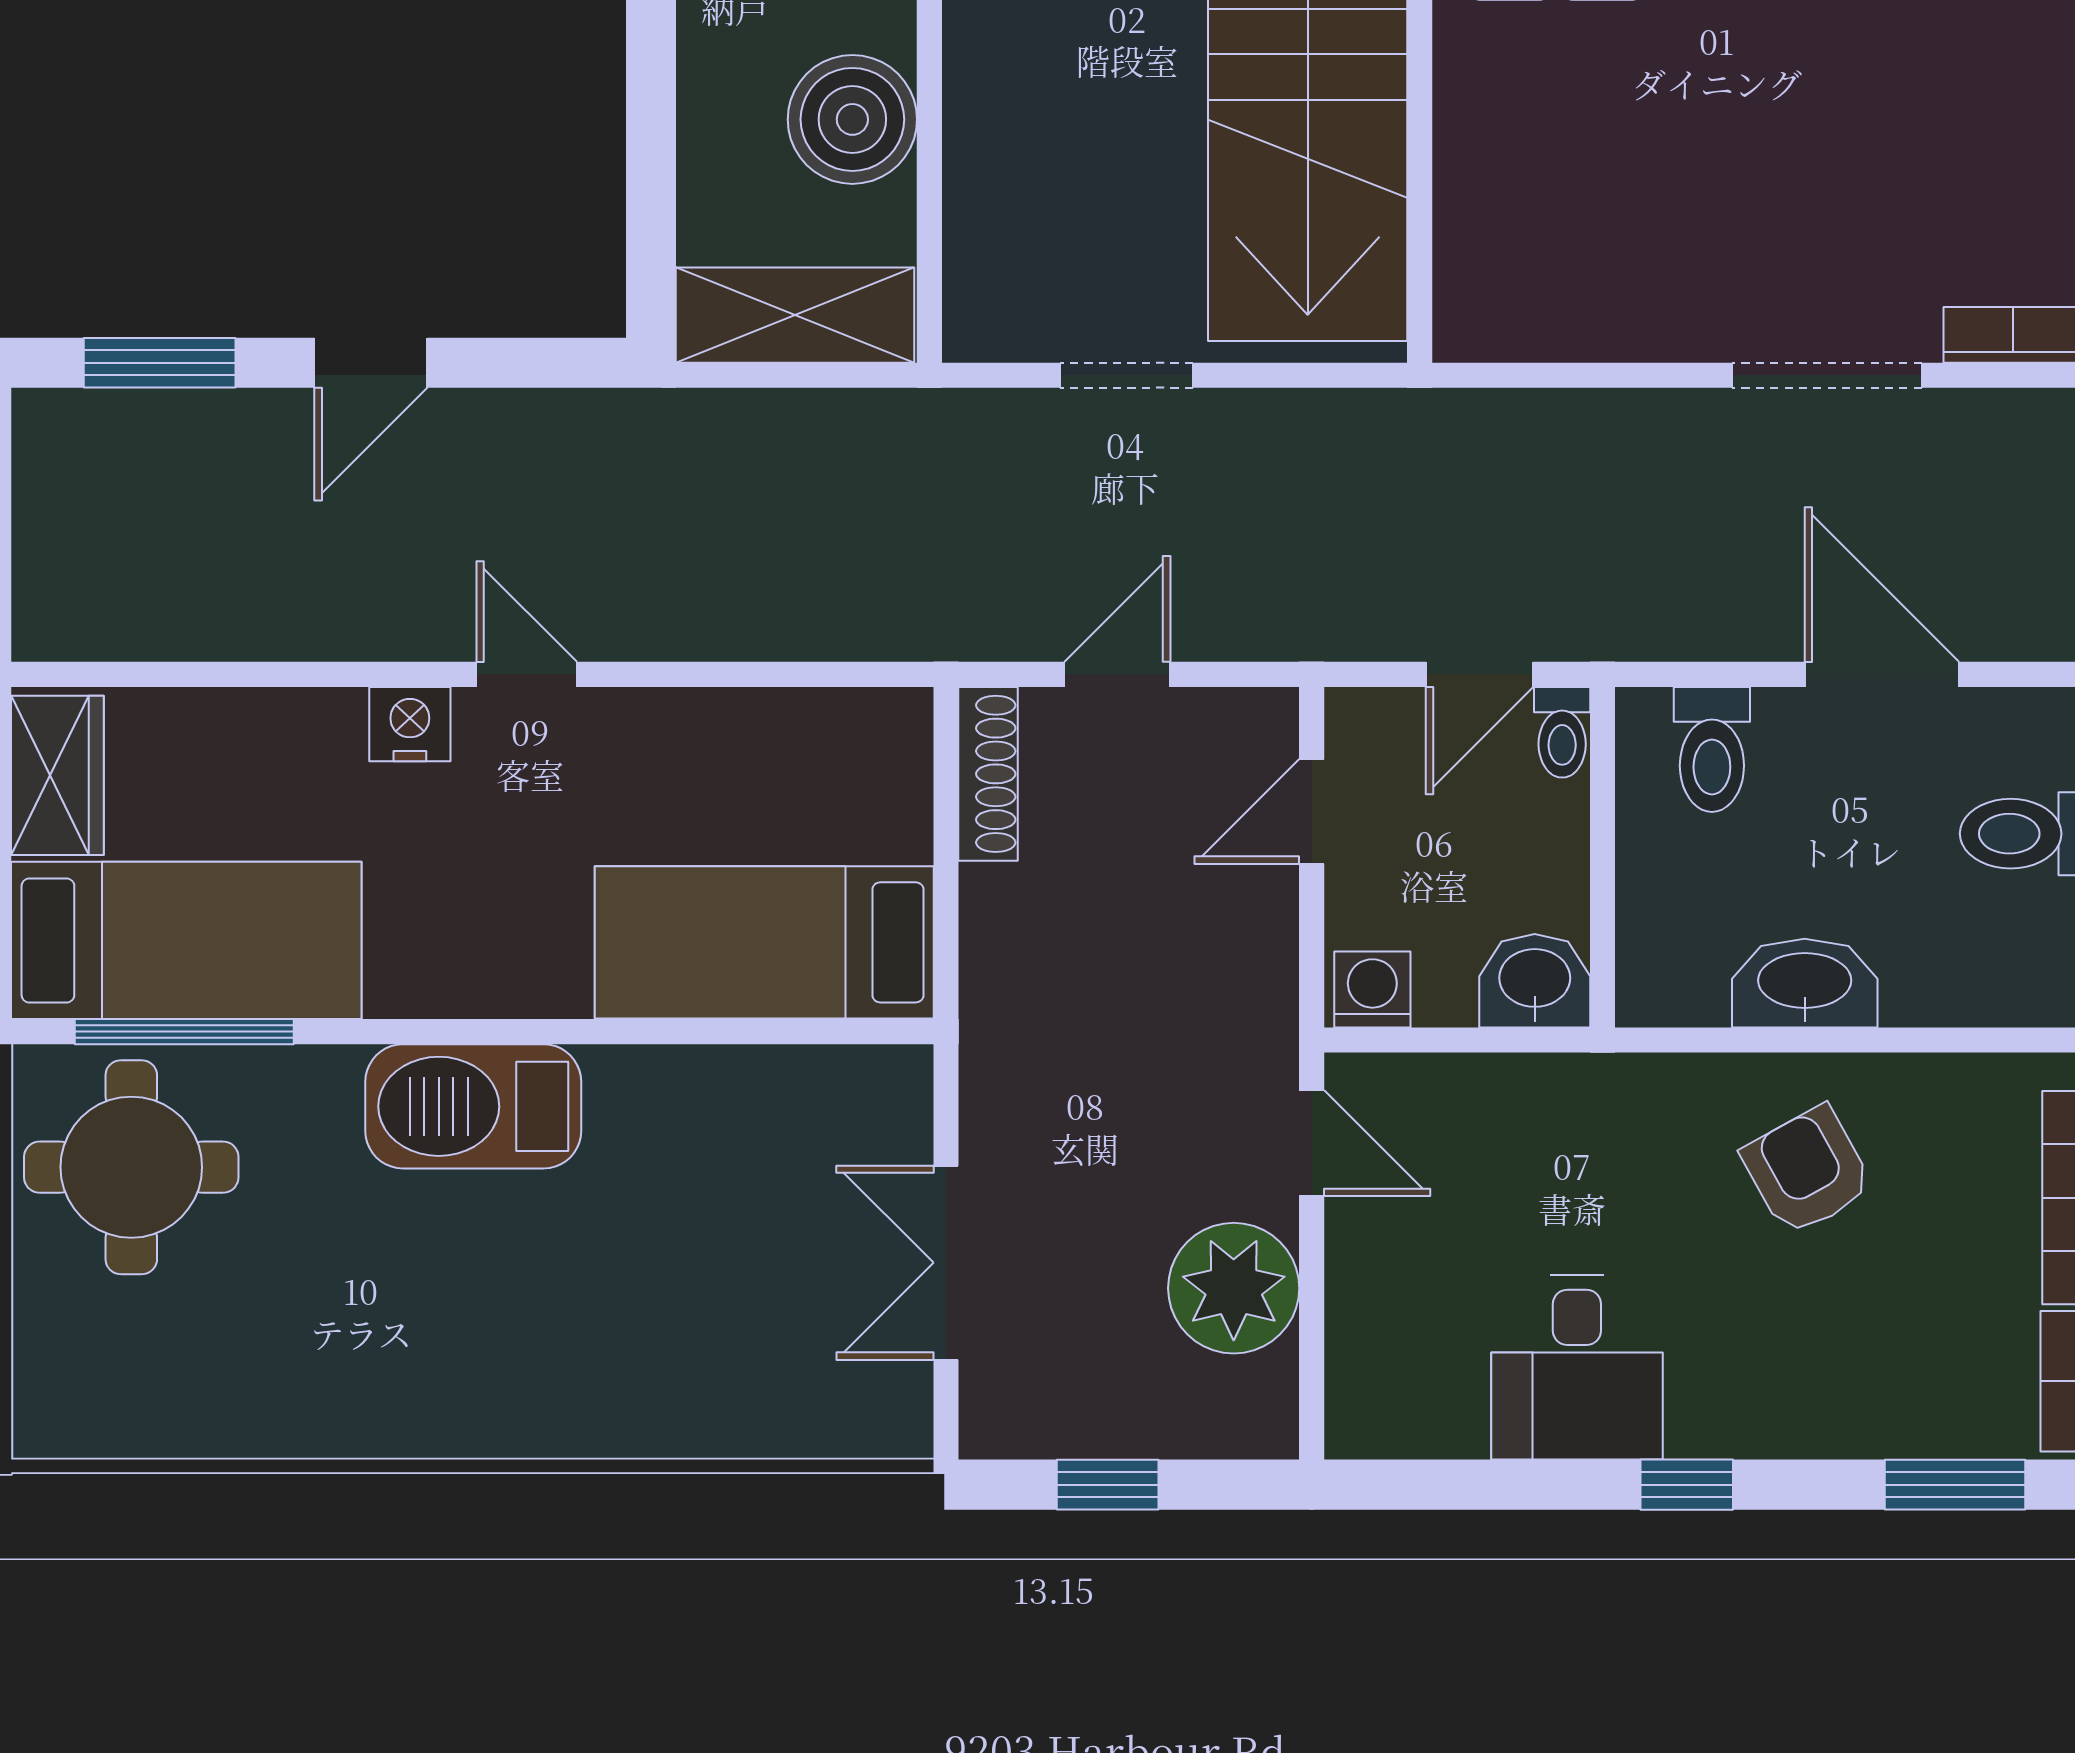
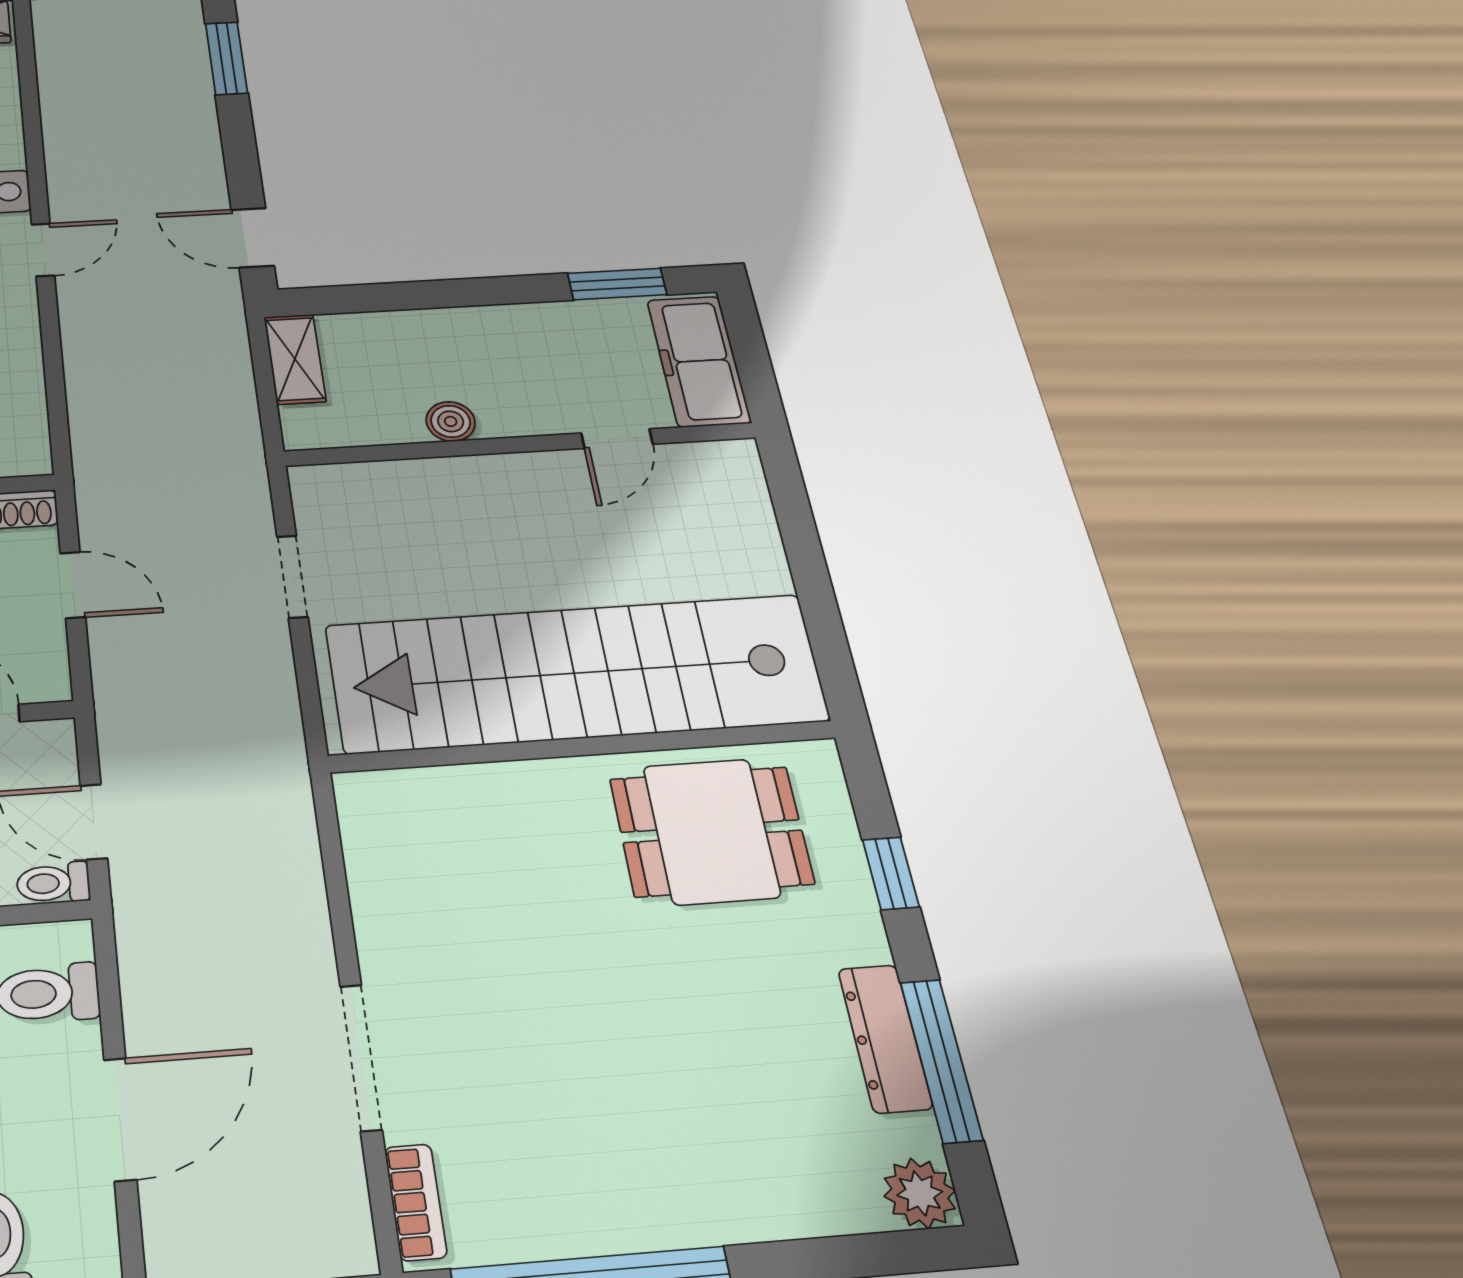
boiler: (852, 119) -> (451, 421), width x0.54, depth x0.54
shelving: (795, 315) -> (295, 359), width x0.67, depth x0.75
door: (371, 363) -> (252, 238), moved

